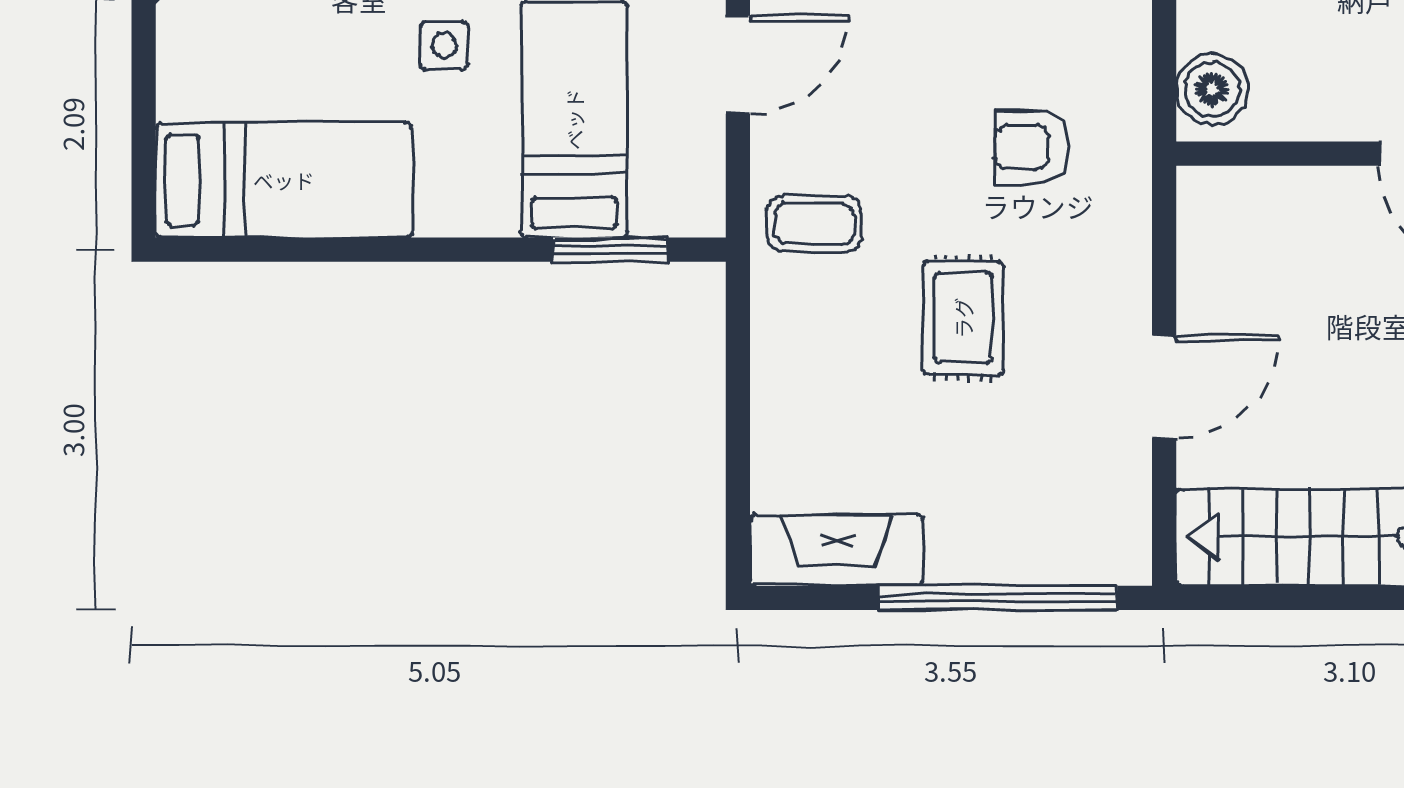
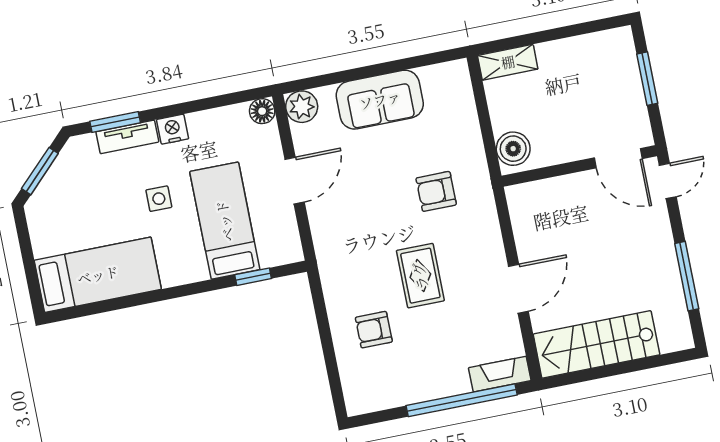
coffee table: (814, 224) -> (344, 246), removed
window: (610, 250) -> (253, 277), width x0.67
armchair: (842, 412) -> (374, 330), added
fireplace: (836, 550) -> (500, 374), moved, width x0.73, depth x0.76

